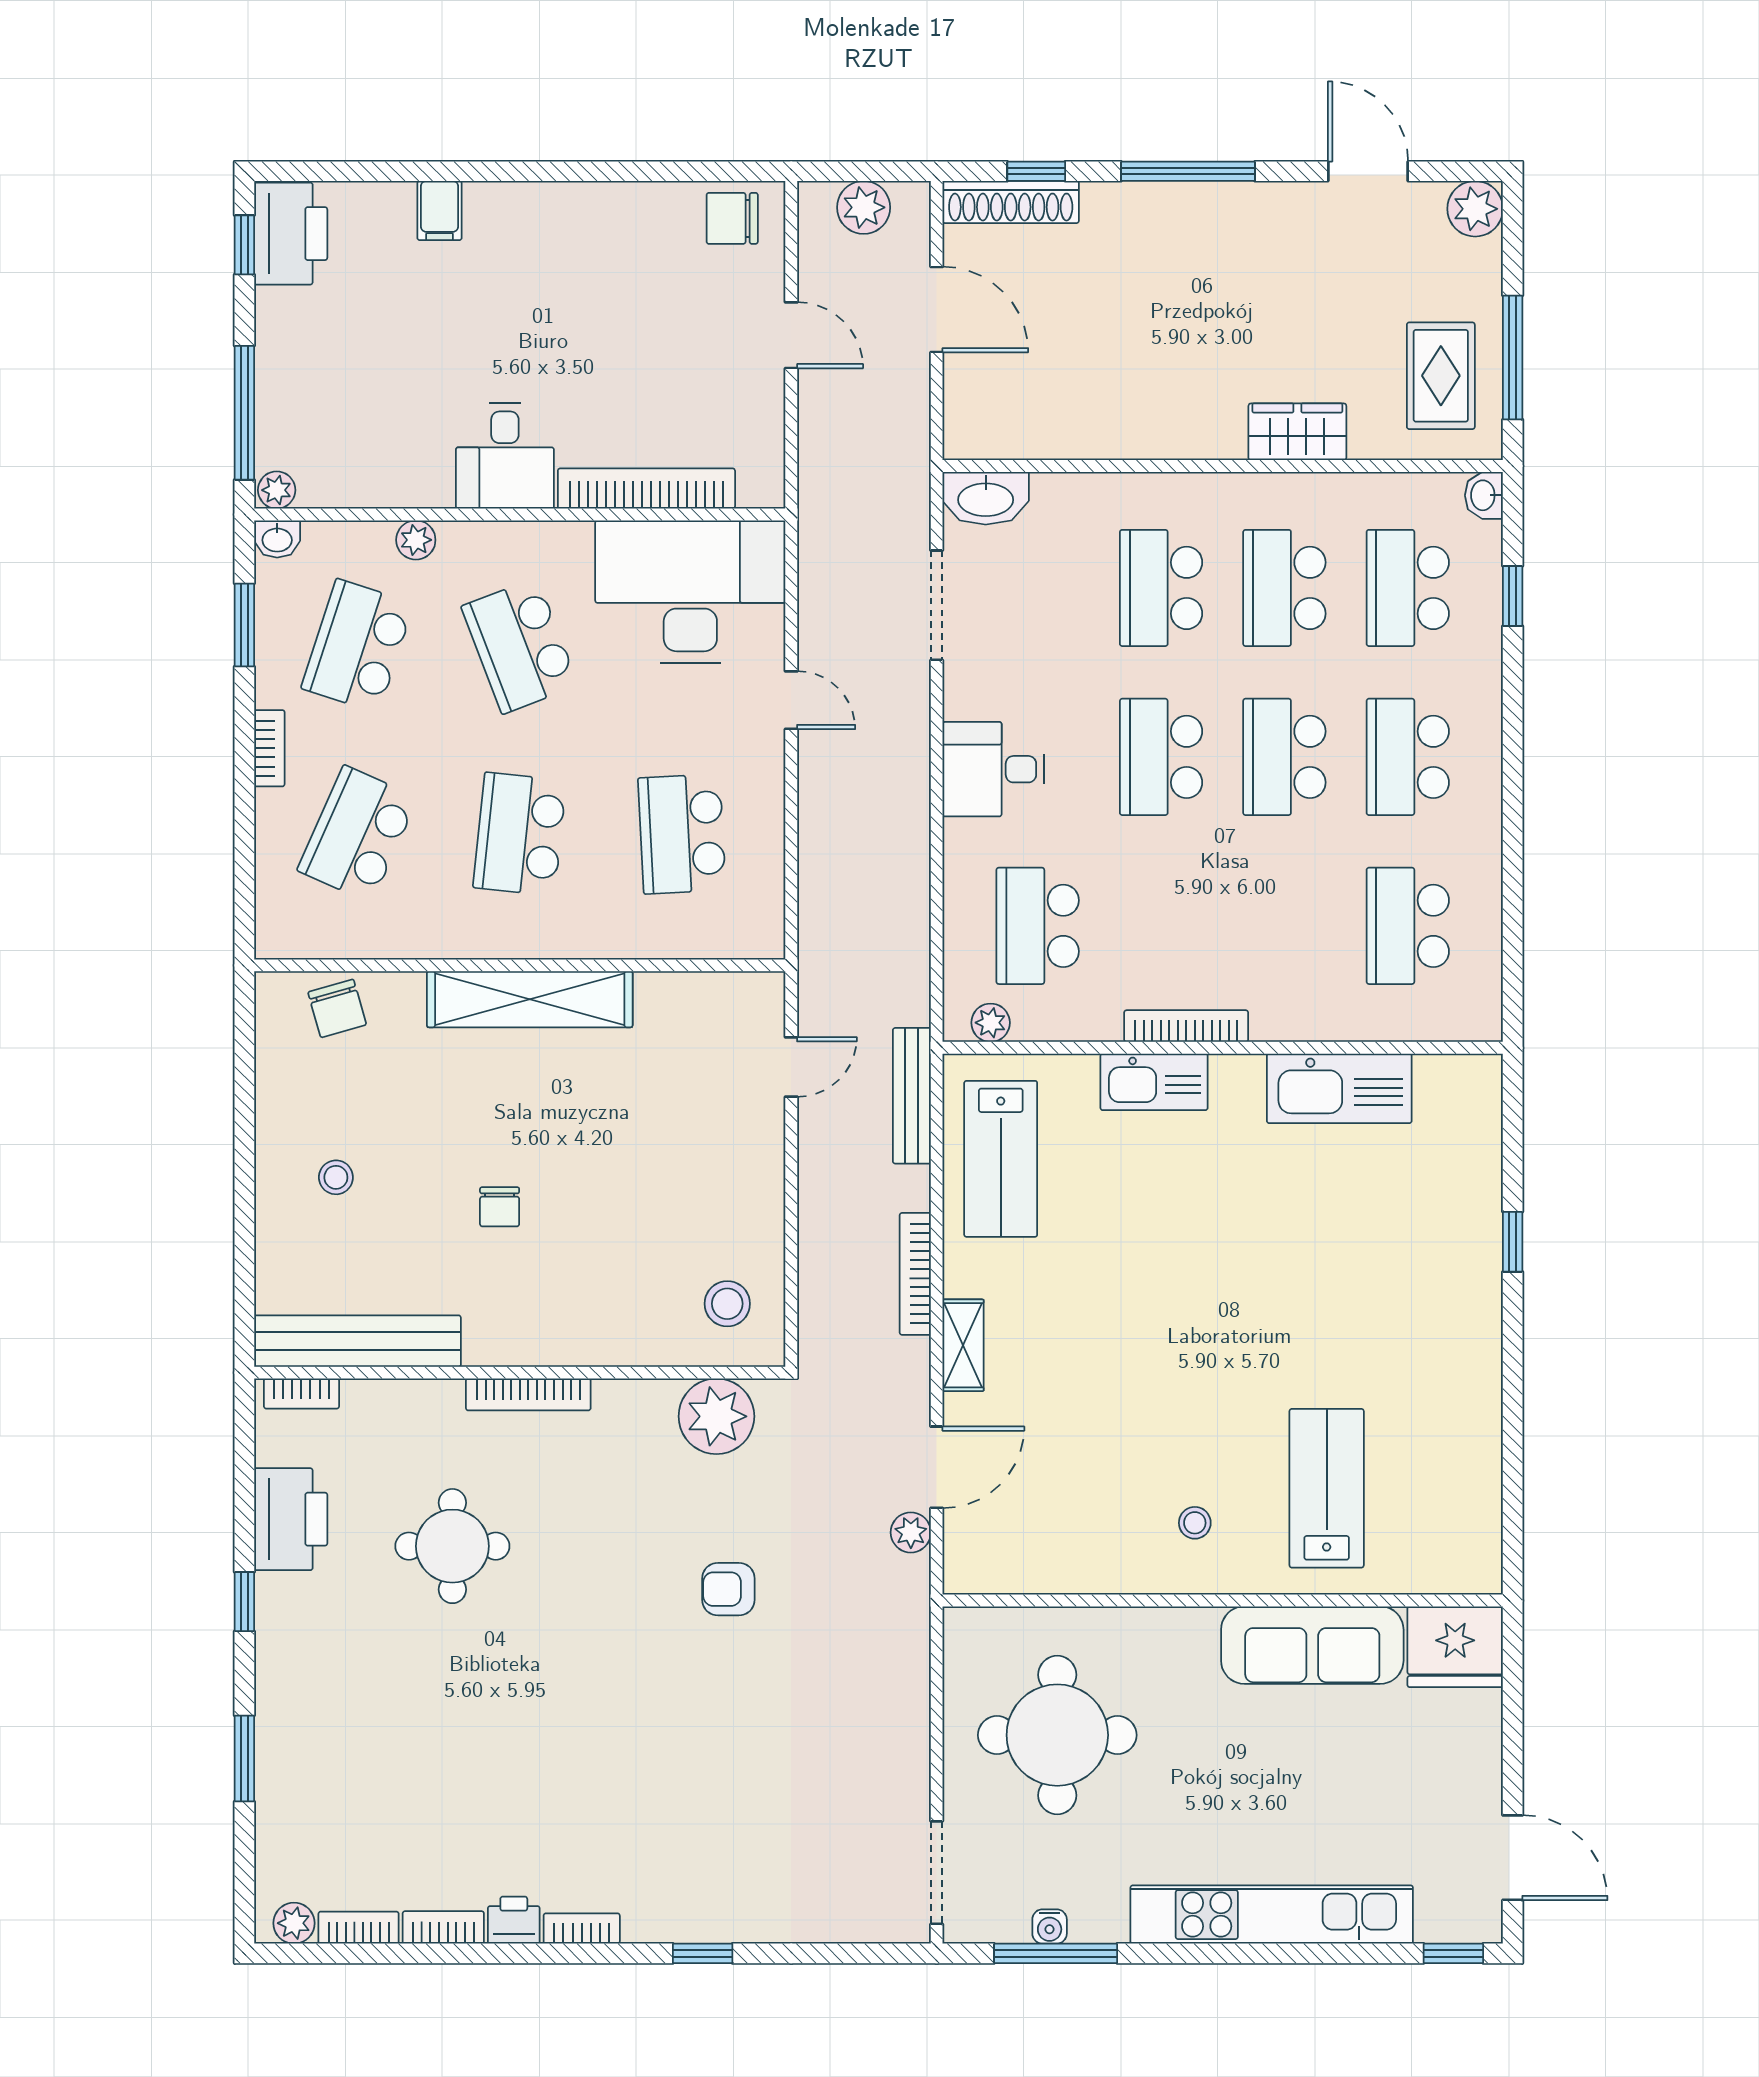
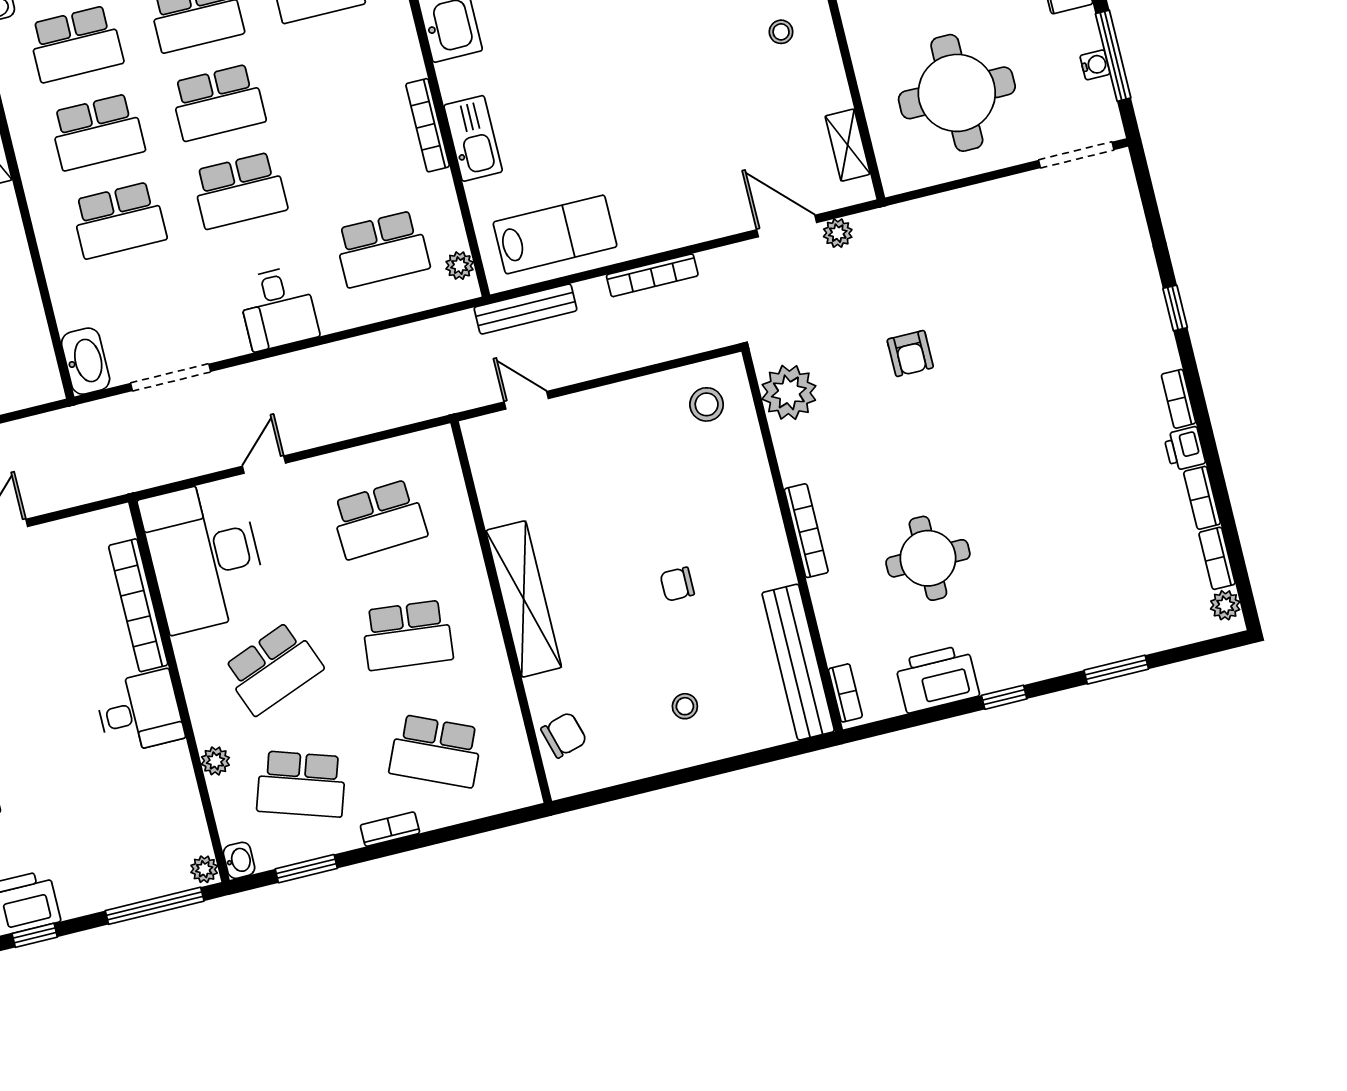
chair: (500, 1207) -> (677, 584), turned 180
shelving: (963, 1345) -> (848, 145), moved, turned 90

